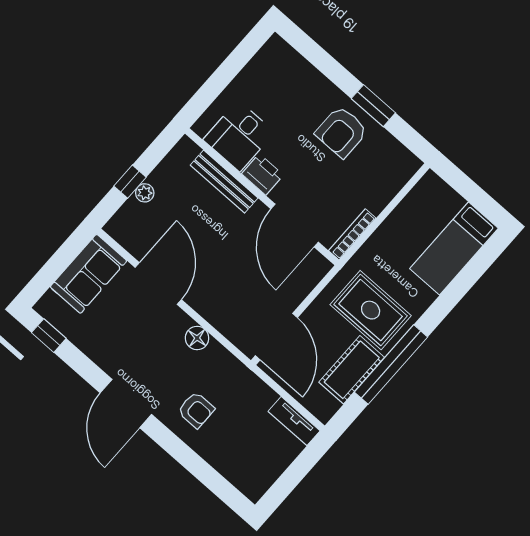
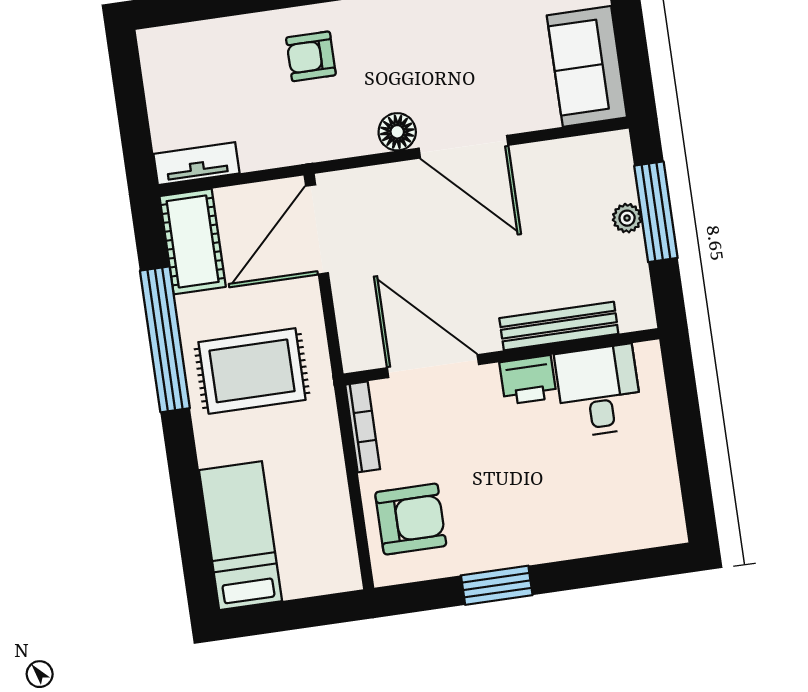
armchair: (342, 132) -> (411, 519), moved, turned 90
window: (130, 182) -> (656, 212), width x2.17
door: (158, 283) -> (463, 147), moved
door: (276, 337) -> (317, 229), hinge flipped
cot: (352, 370) -> (193, 242), moved

